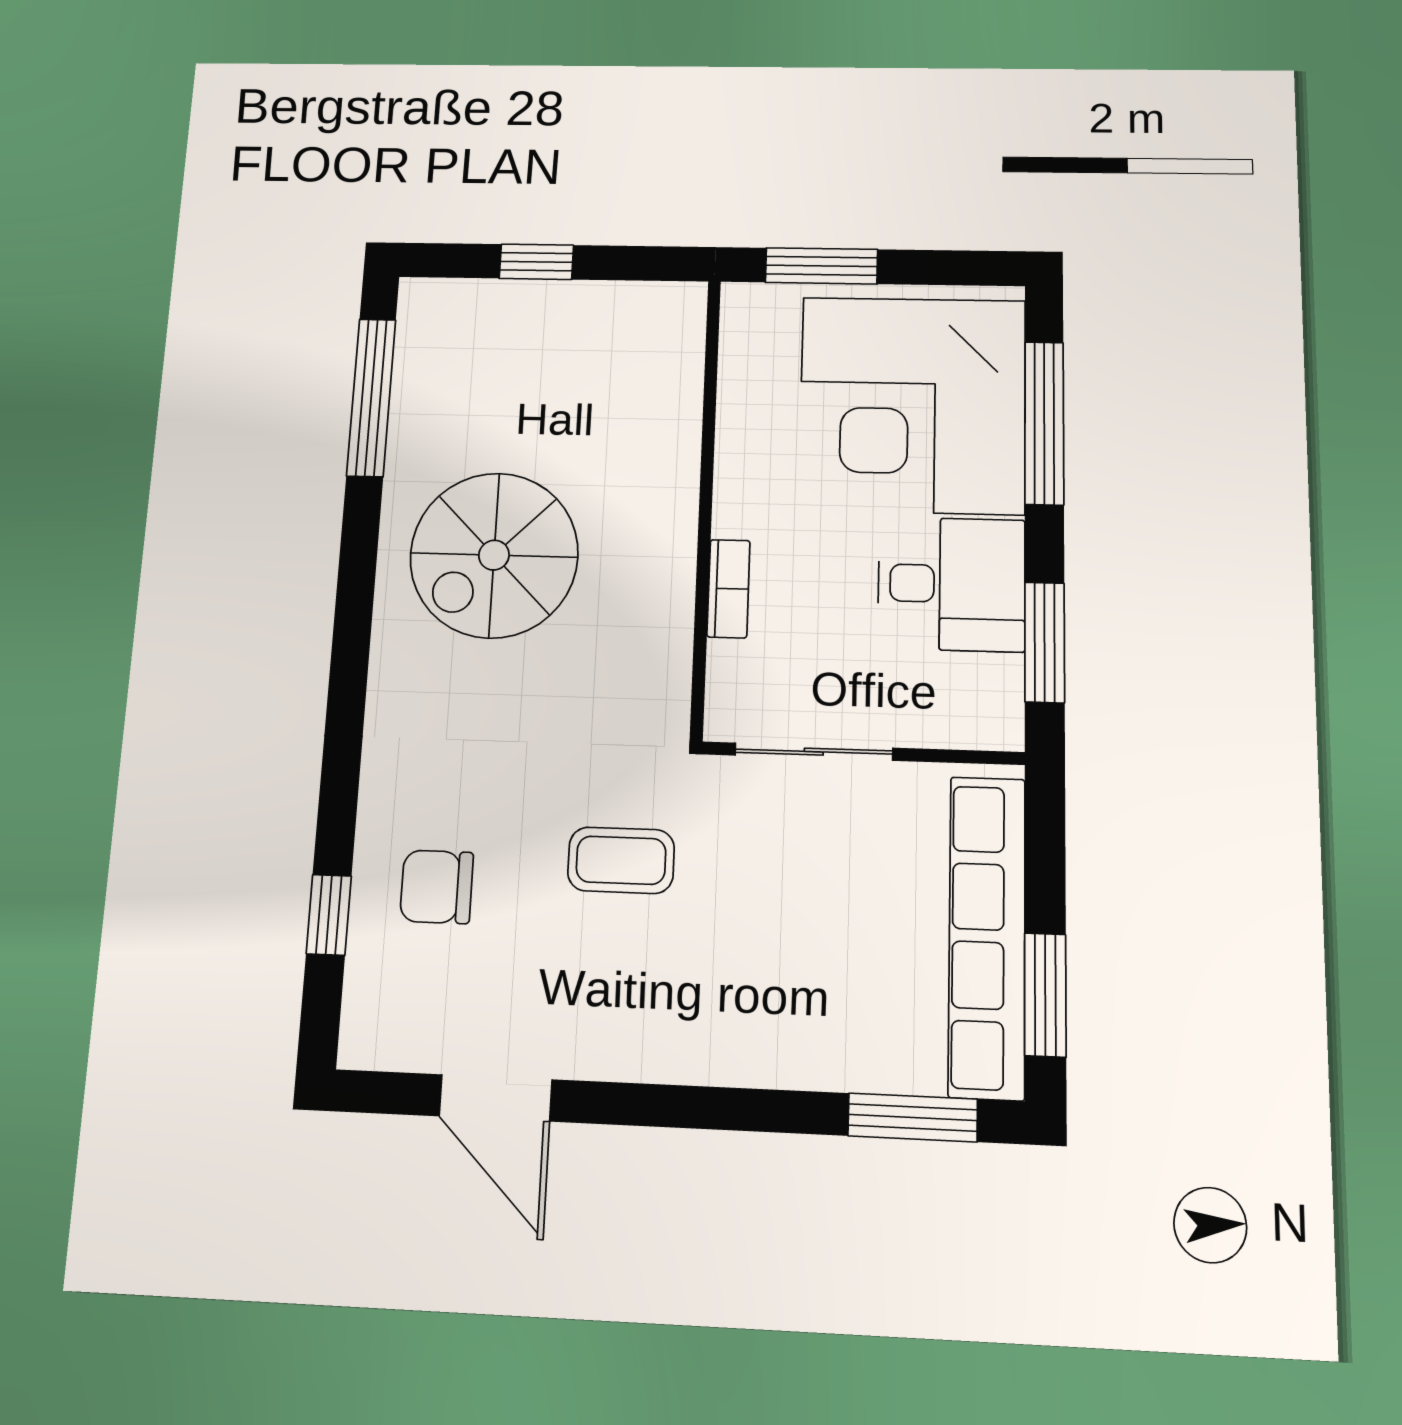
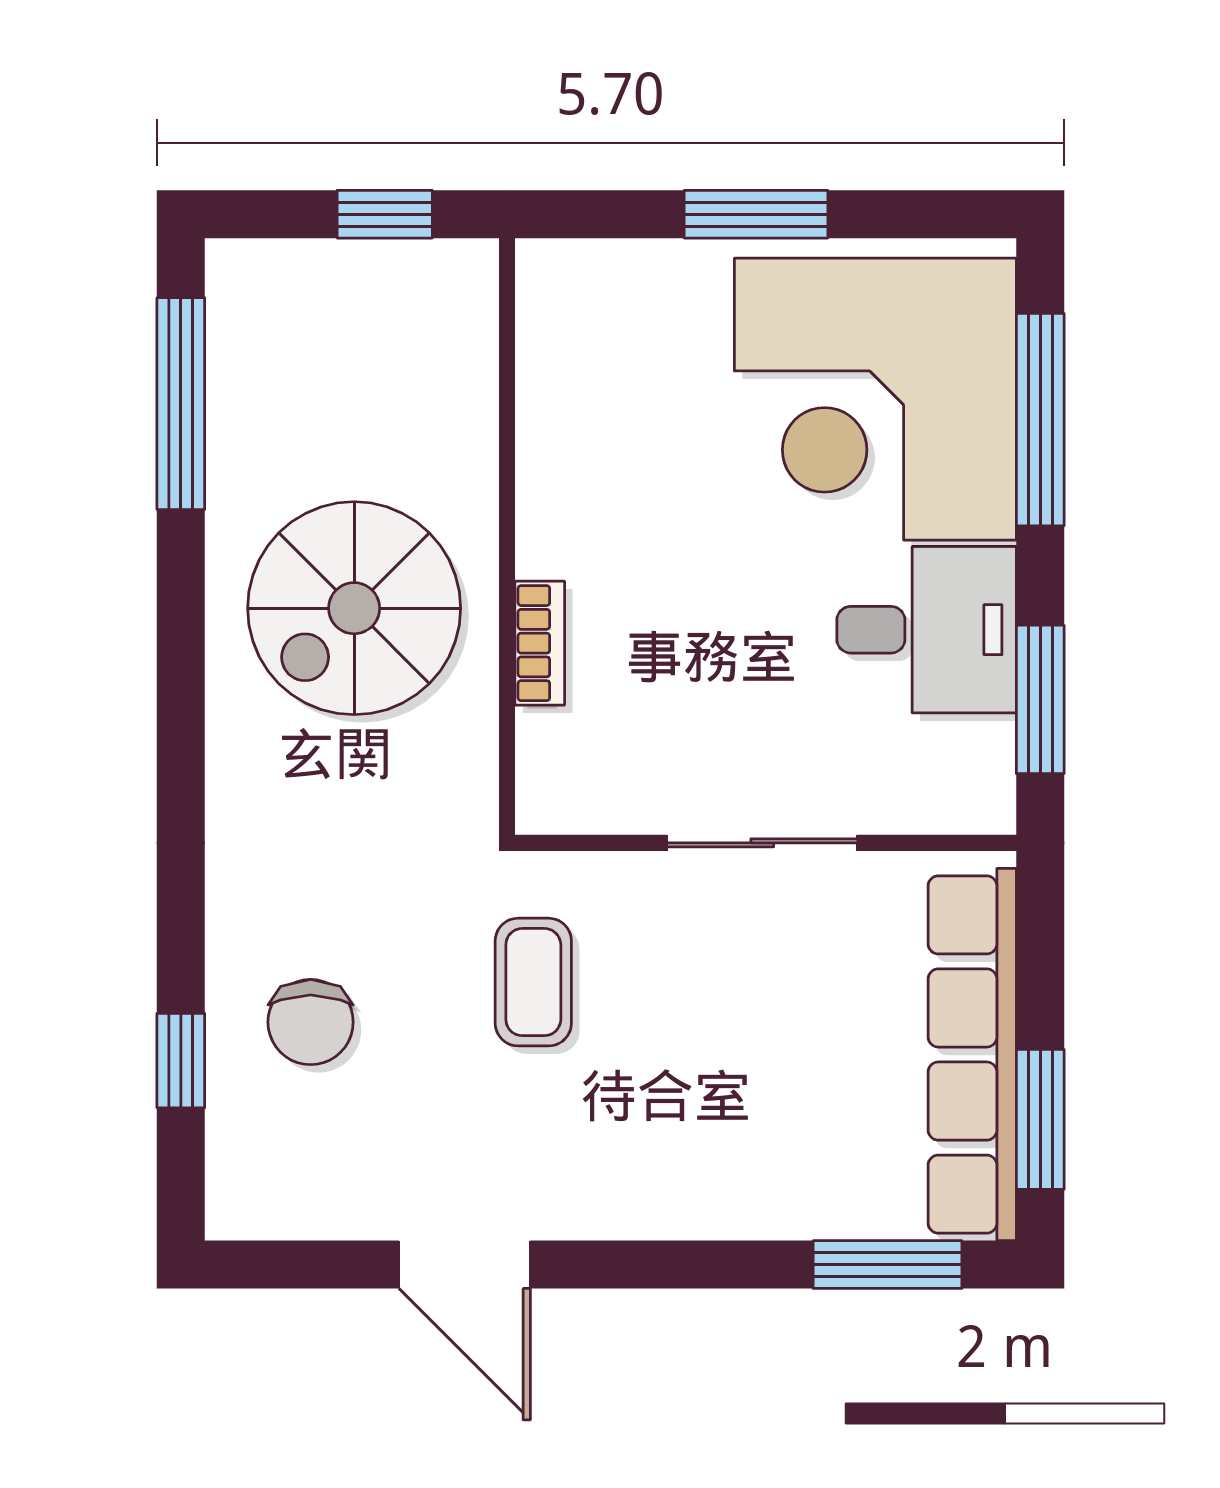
wall: (706, 505) -> (507, 536), moved
bookcase: (728, 589) -> (540, 643), moved
coffee table: (621, 860) -> (533, 982), turned 90
chair: (437, 887) -> (311, 1022), turned -90
door: (496, 1098) -> (465, 1265), moved

